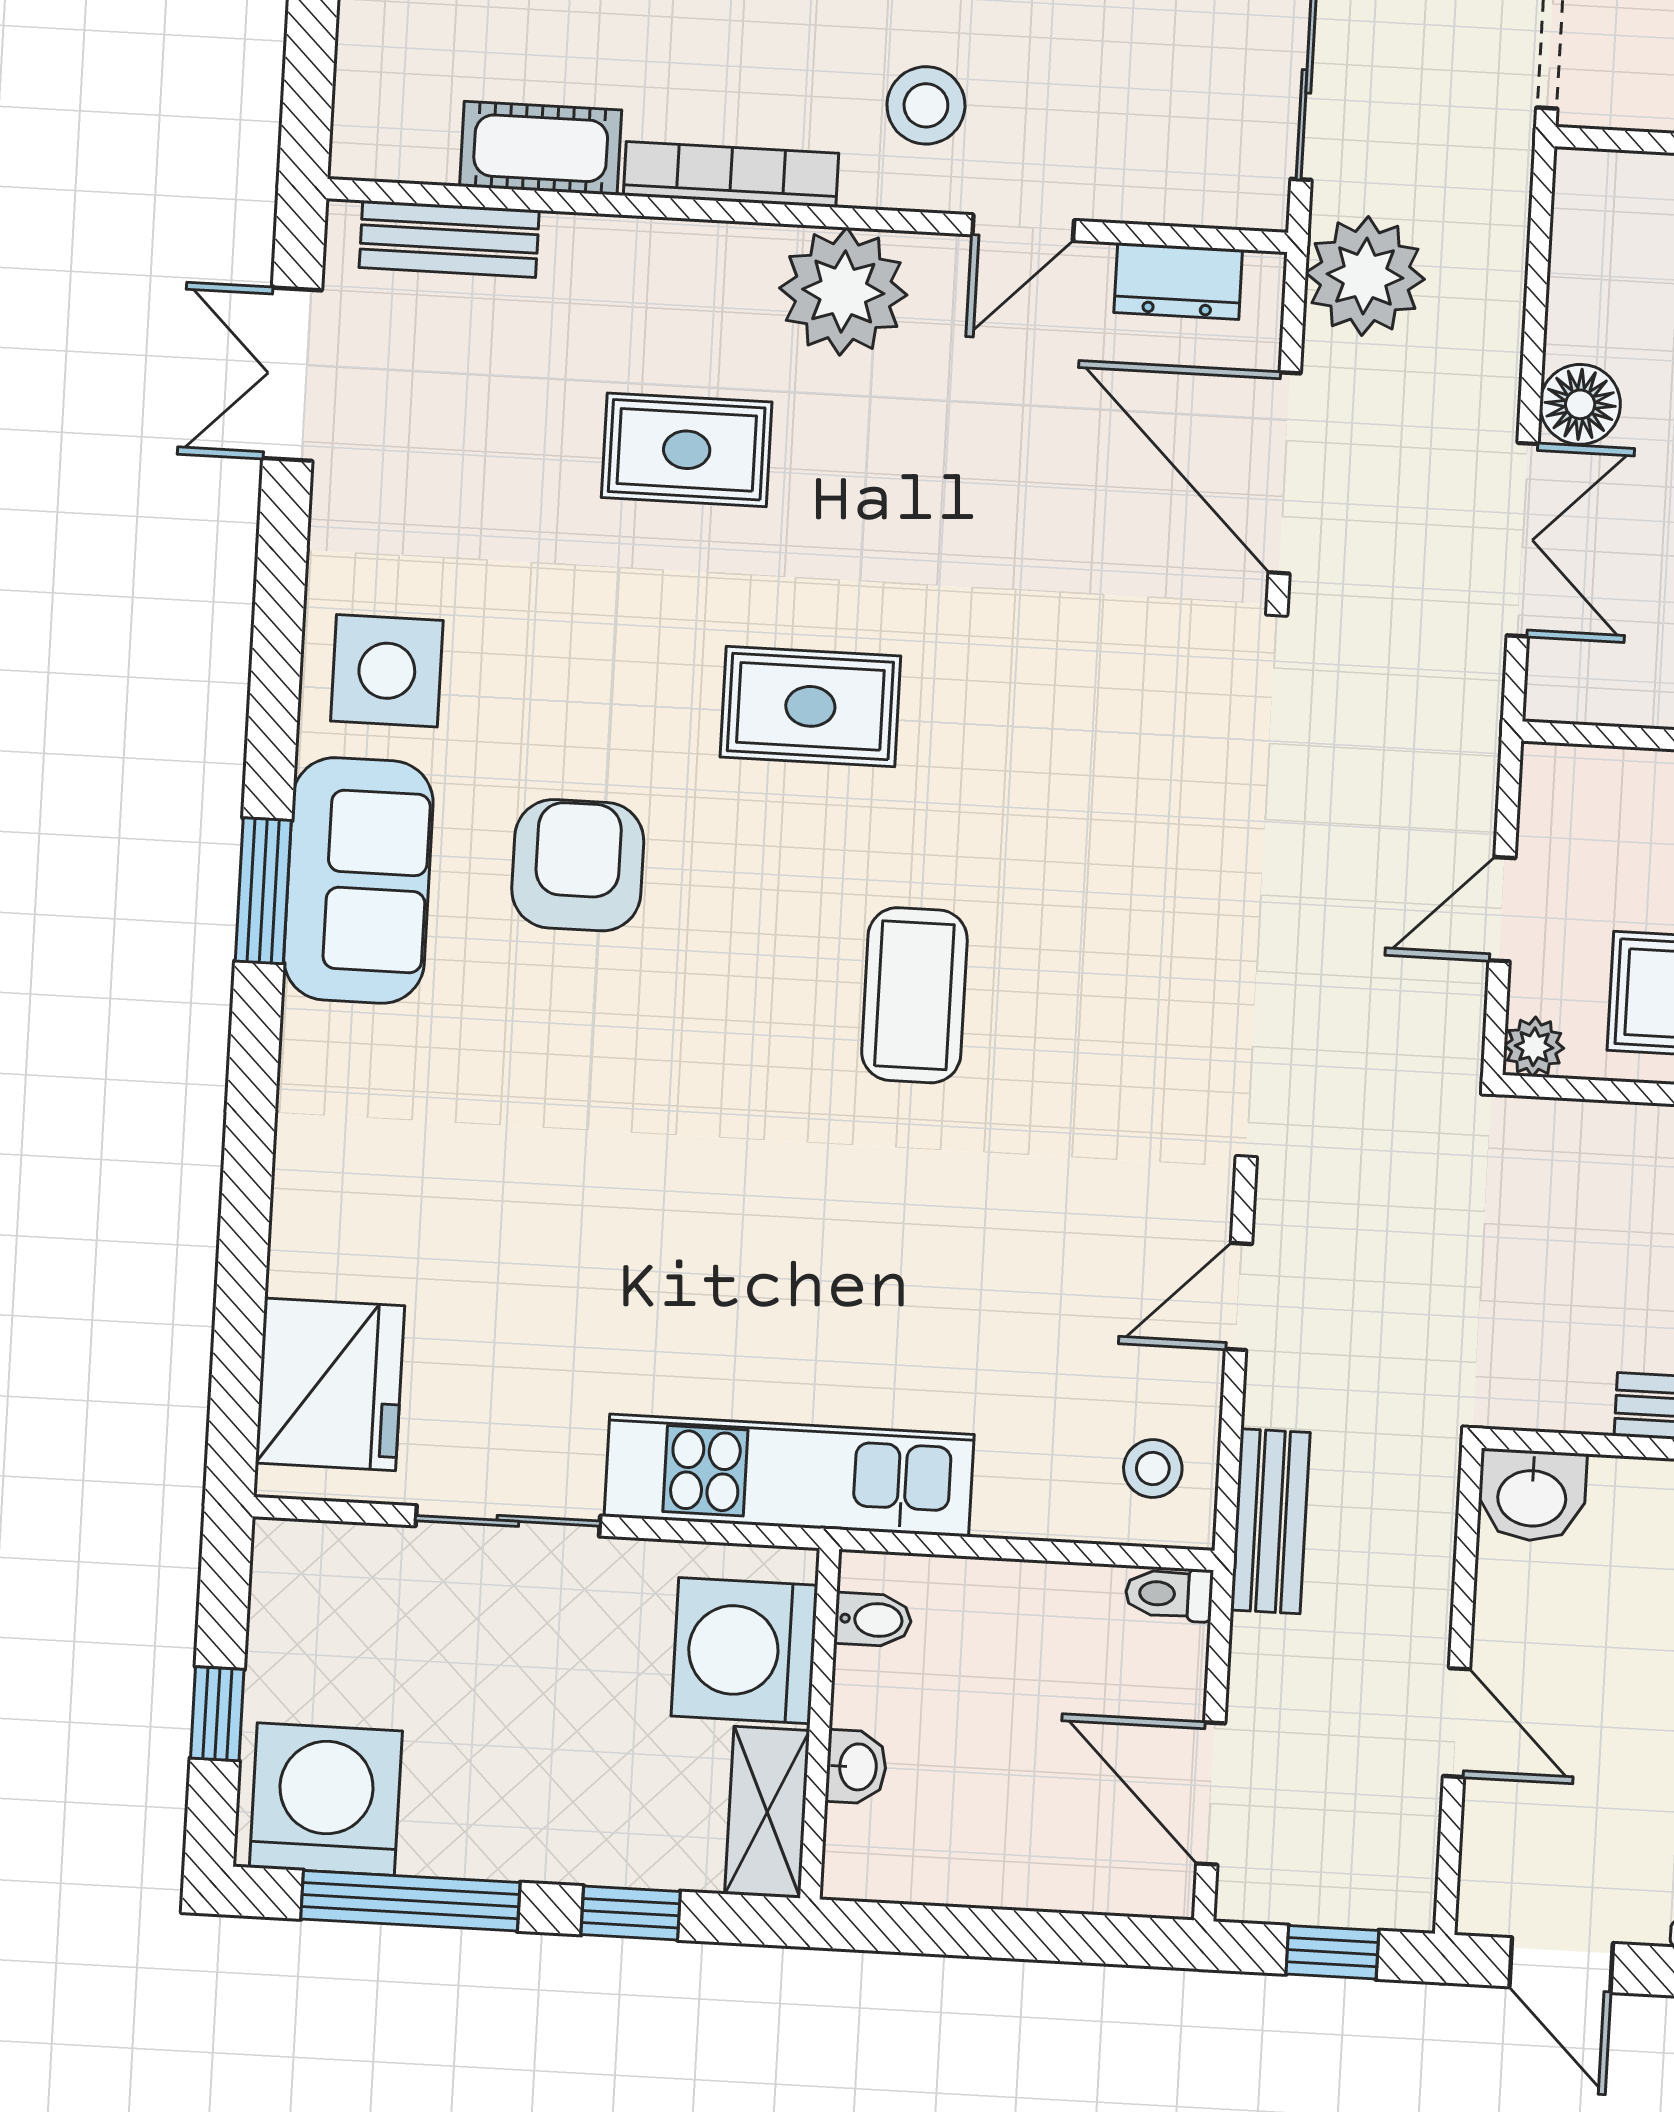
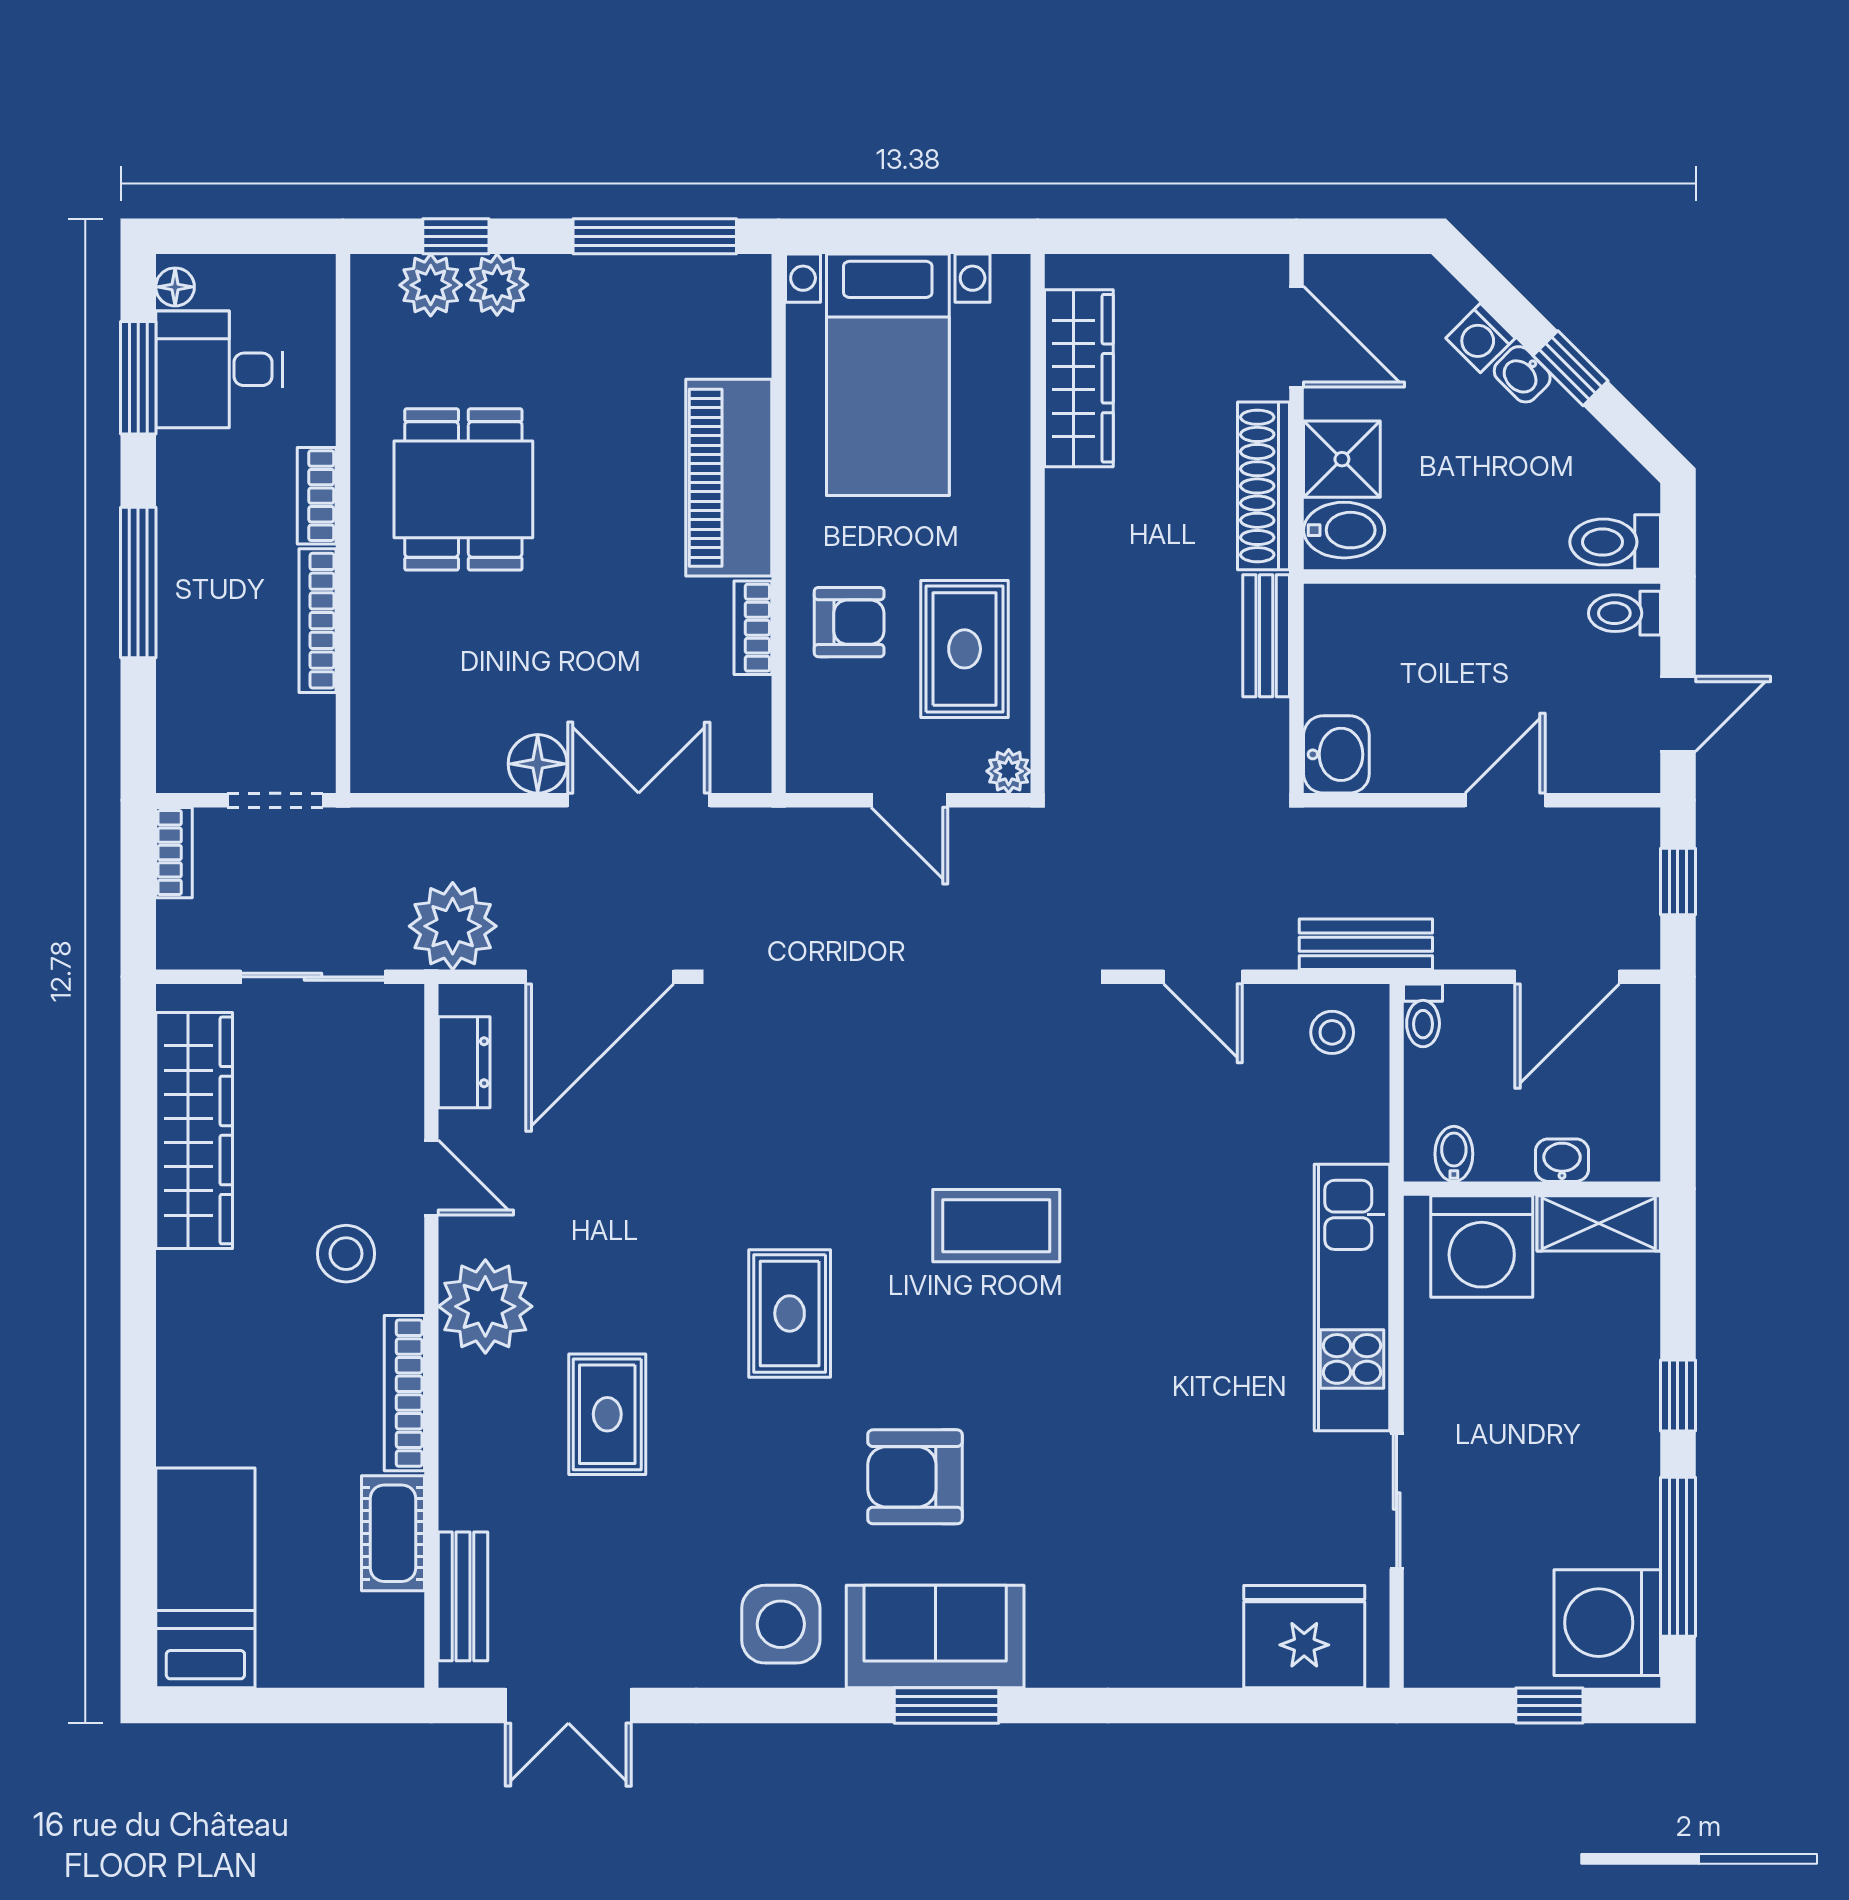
bidet: (873, 1620) -> (1454, 1154), moved
washing machine: (744, 1651) -> (1482, 1247), moved
wall: (820, 1724) -> (1532, 1189), moved
washbasin: (856, 1767) -> (1562, 1160), moved
shelving: (767, 1812) -> (1599, 1223), moved

